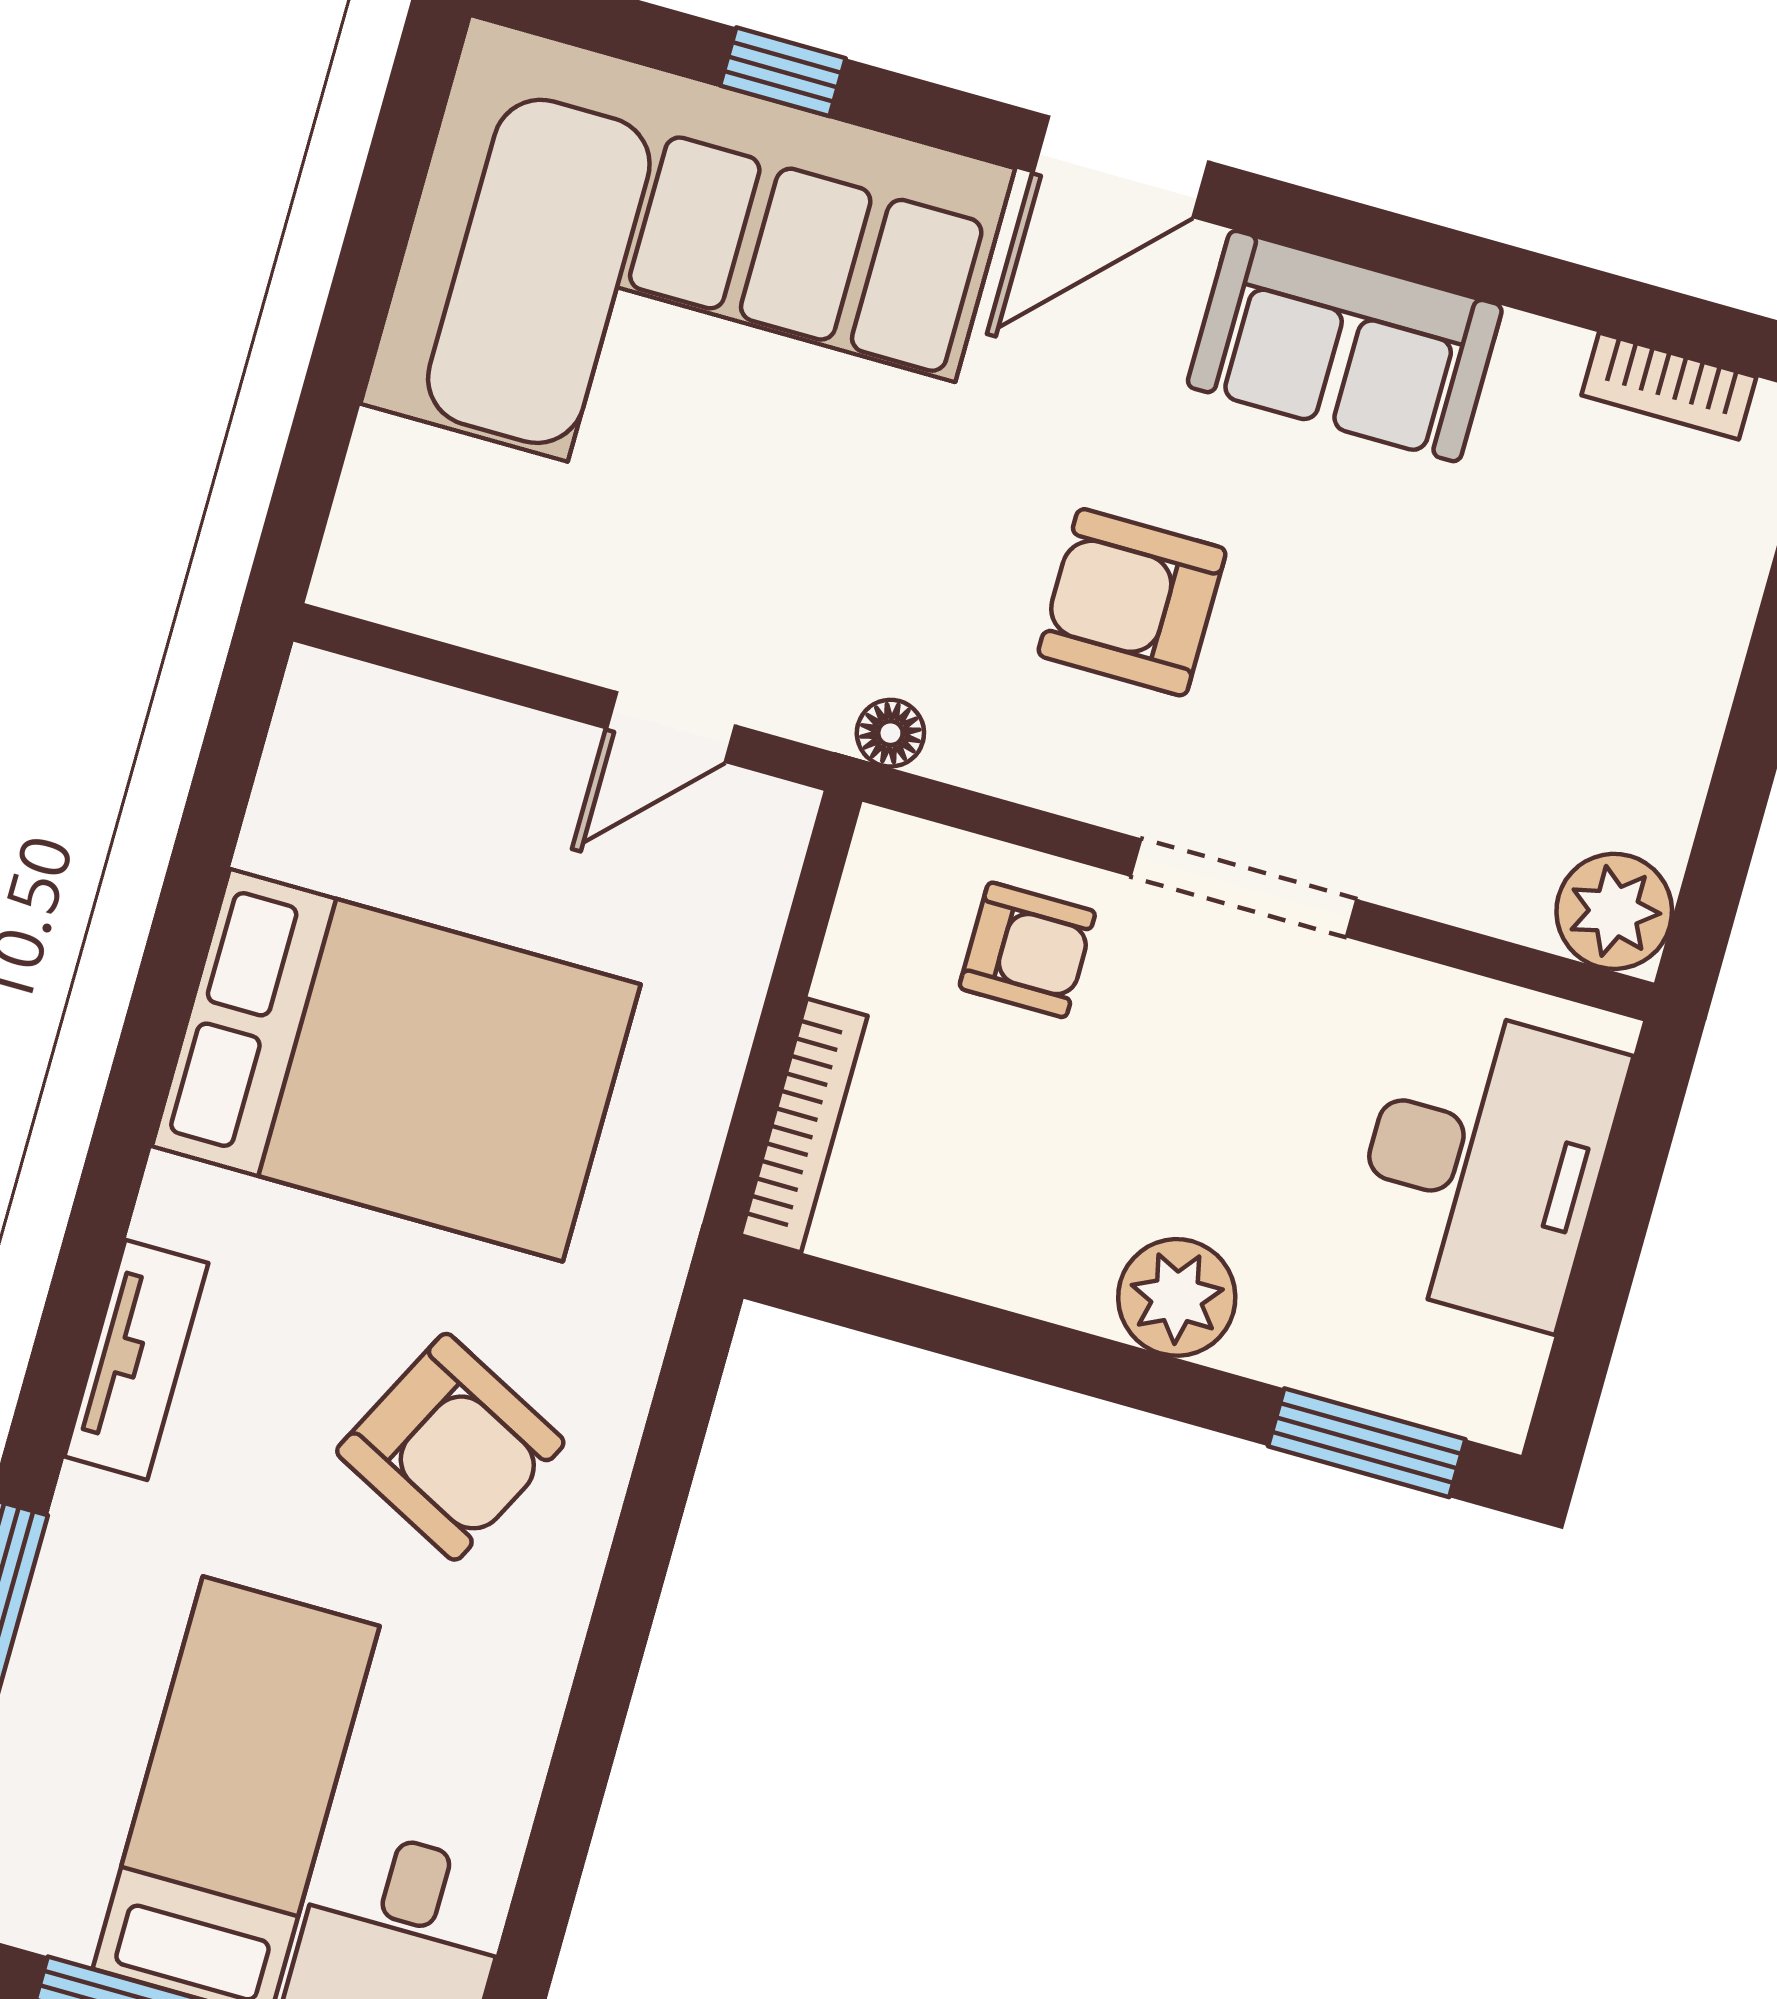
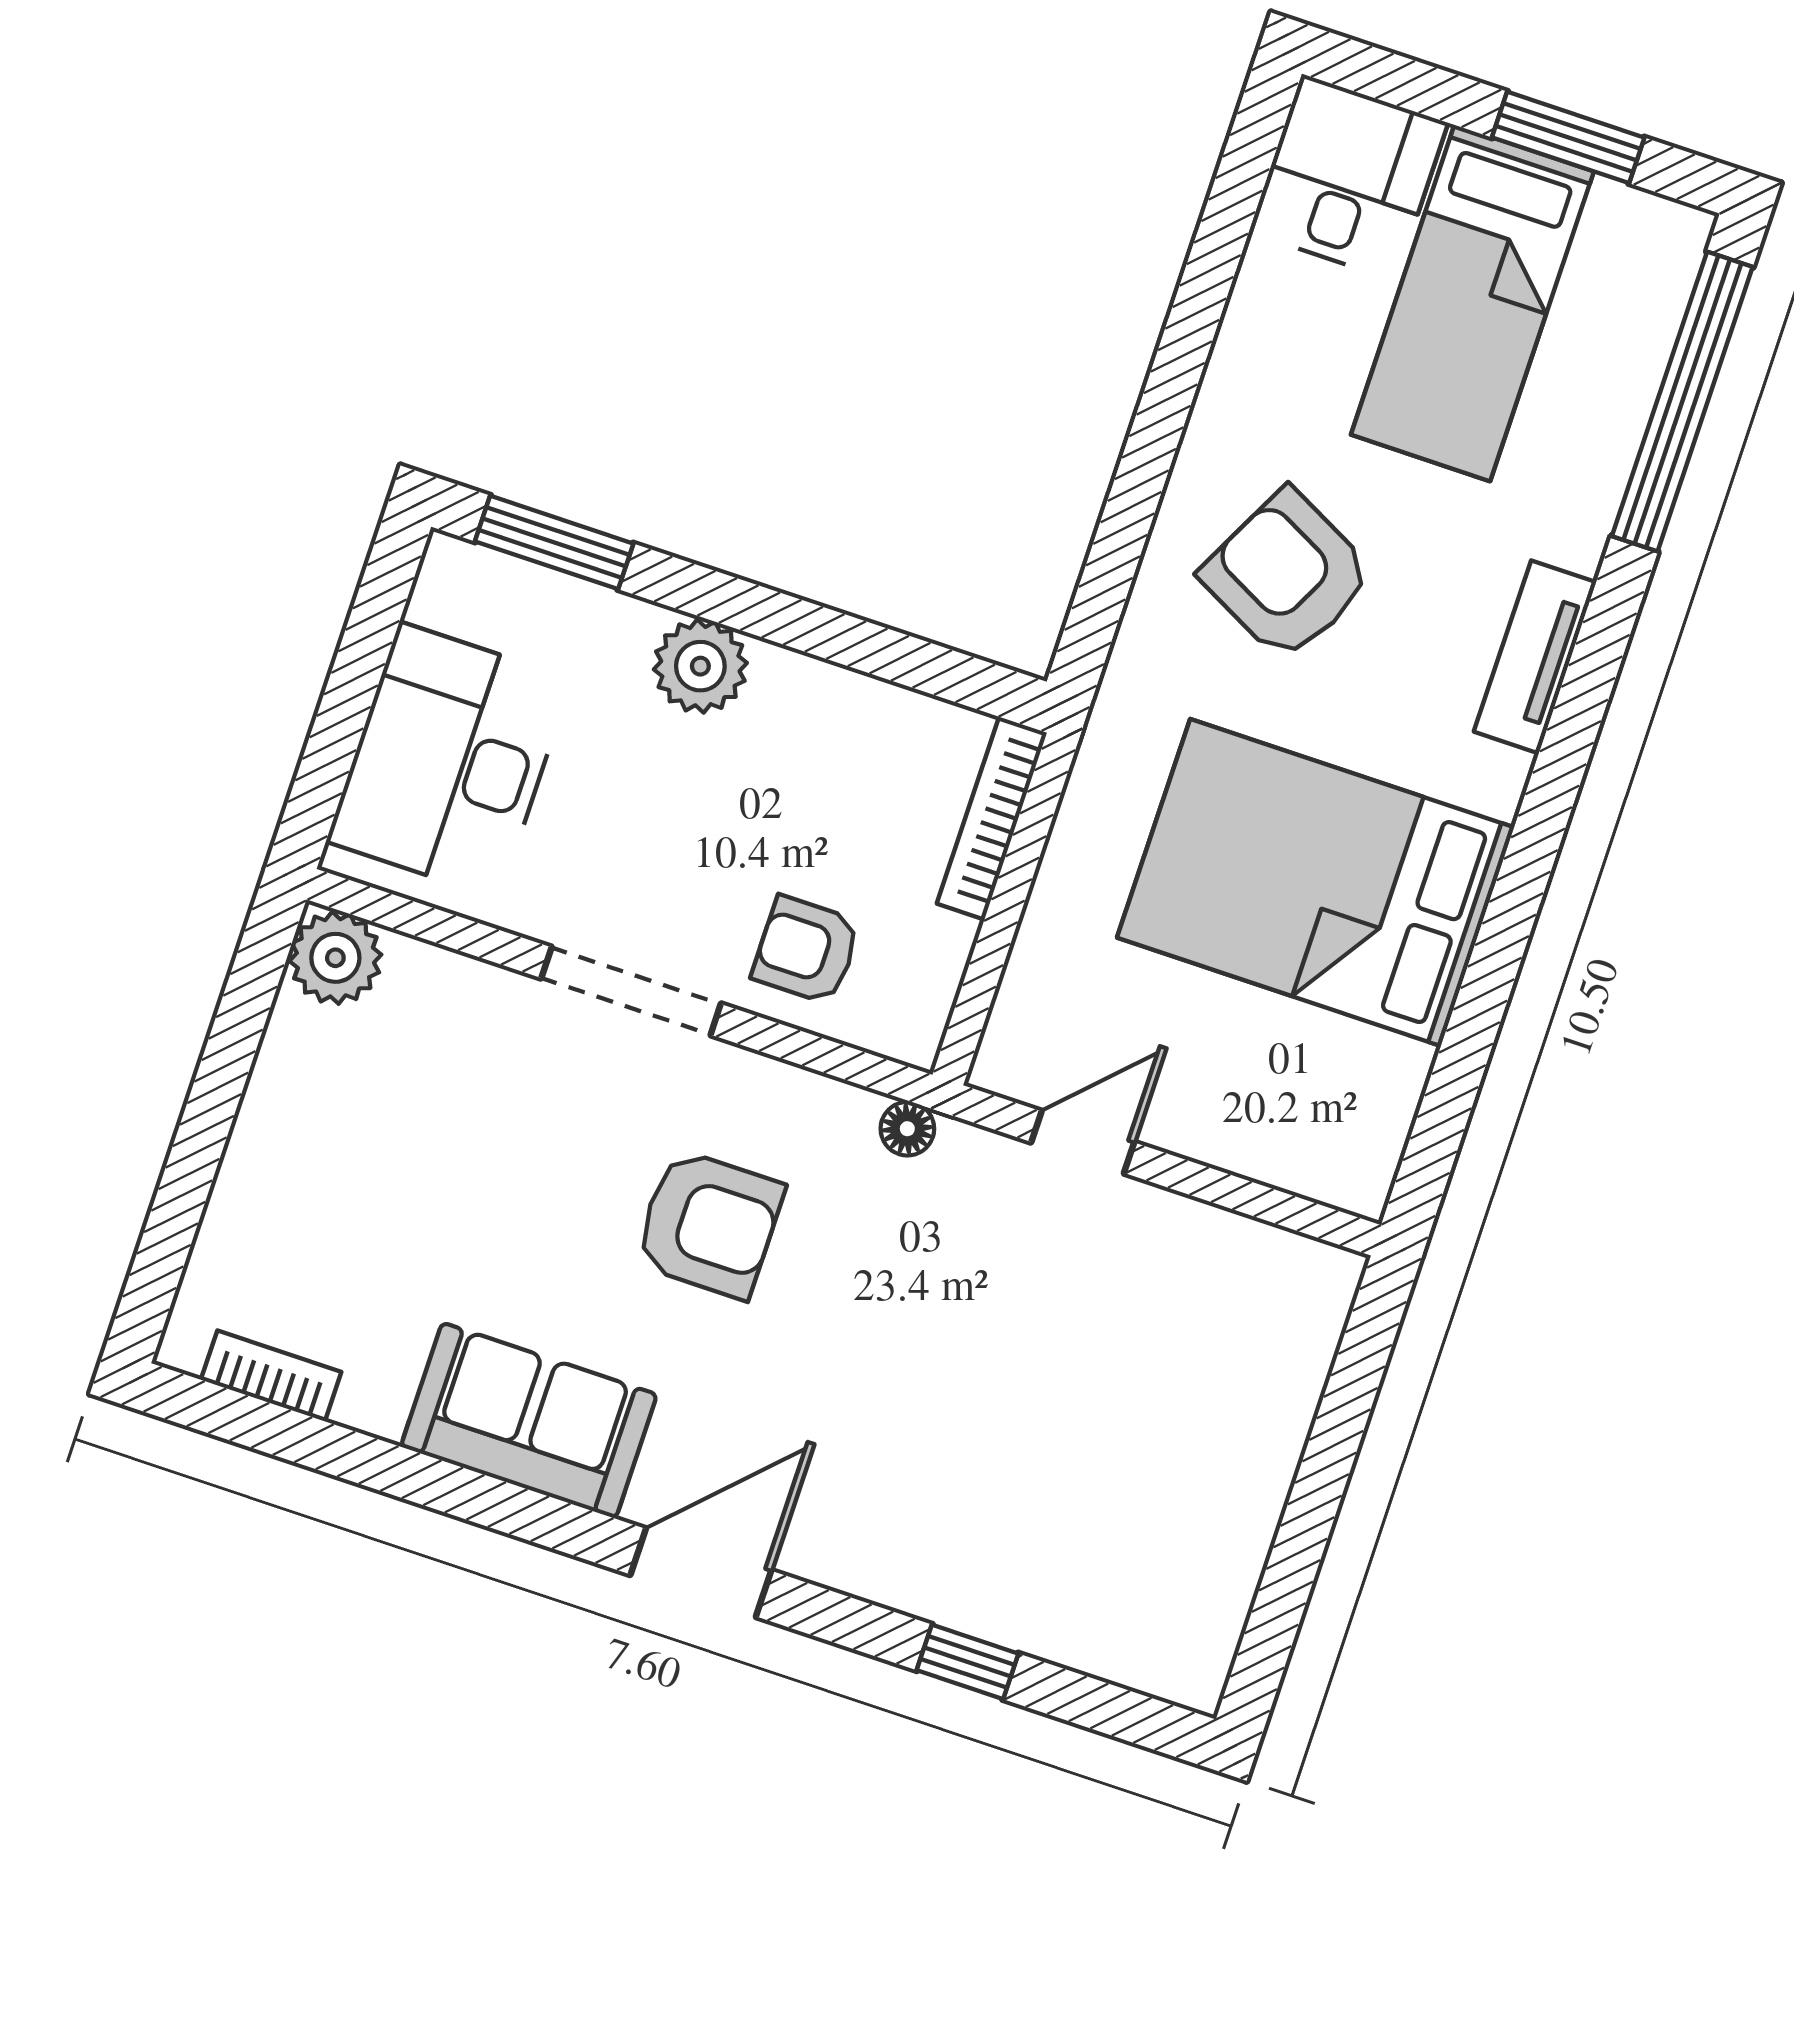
corner sofa: (688, 286) -> (1052, 1494), removed

